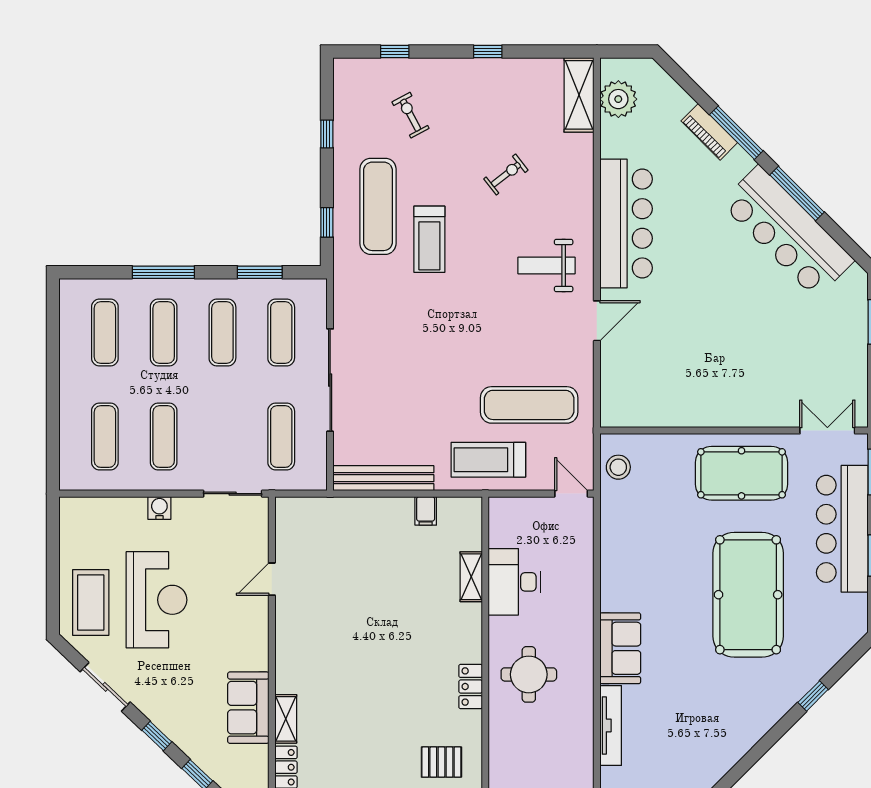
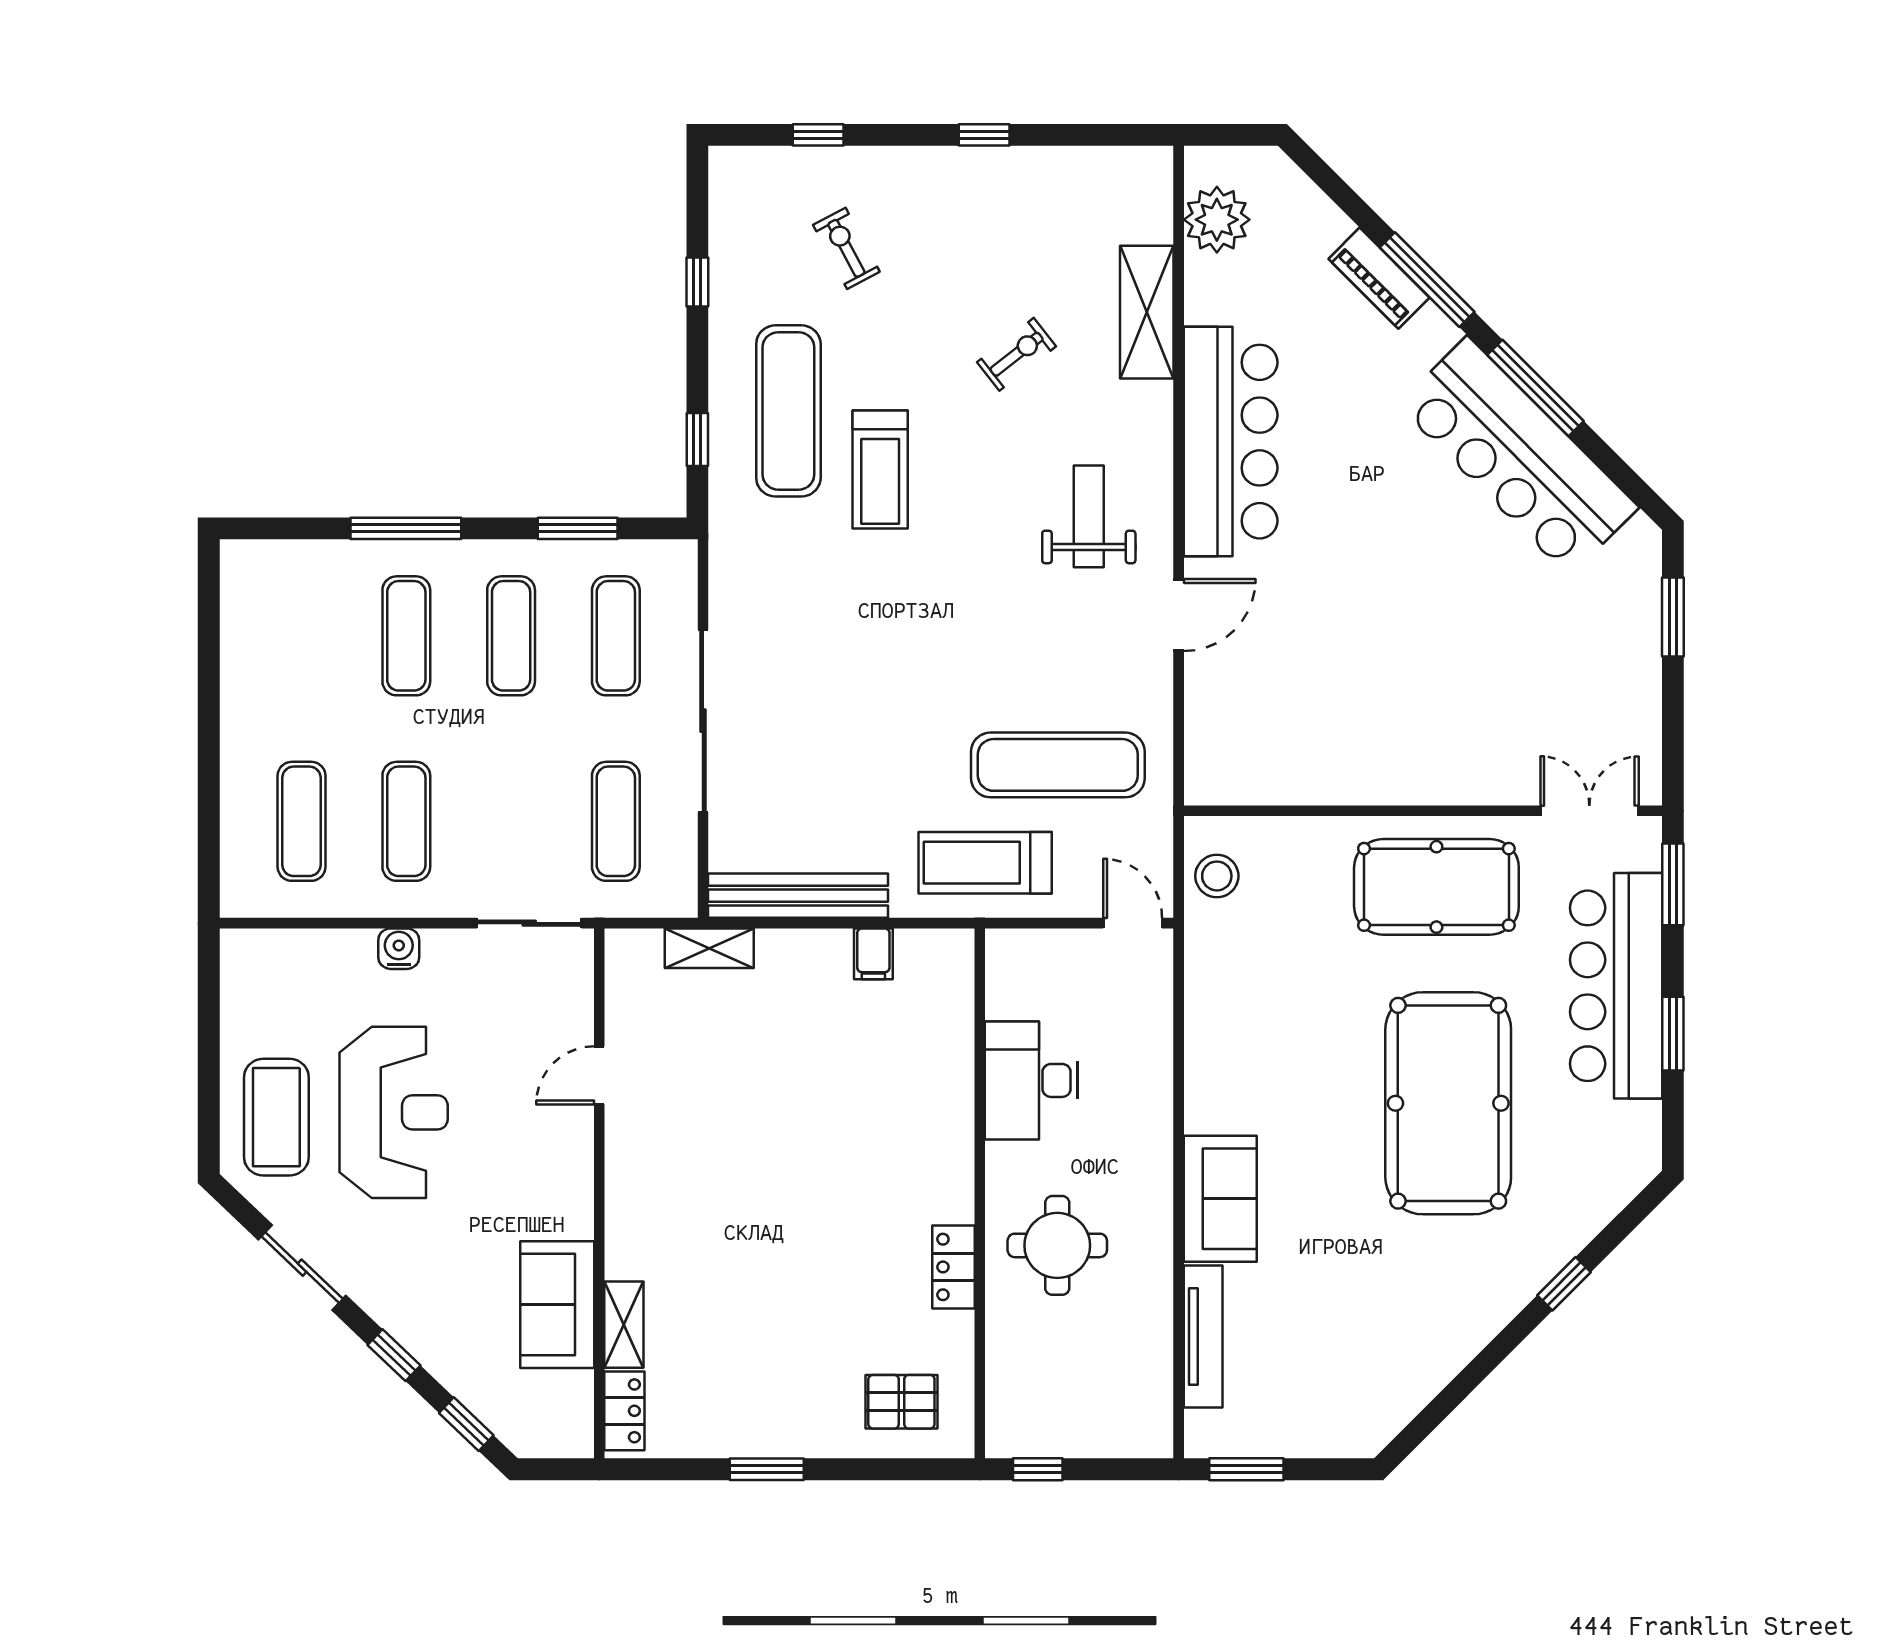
shelving: (579, 95) -> (1147, 312), moved
weight bench: (546, 266) -> (1089, 516), turned 90
exercise mat: (105, 332) -> (302, 636), removed
shelving: (471, 577) -> (709, 948), moved, turned 90

